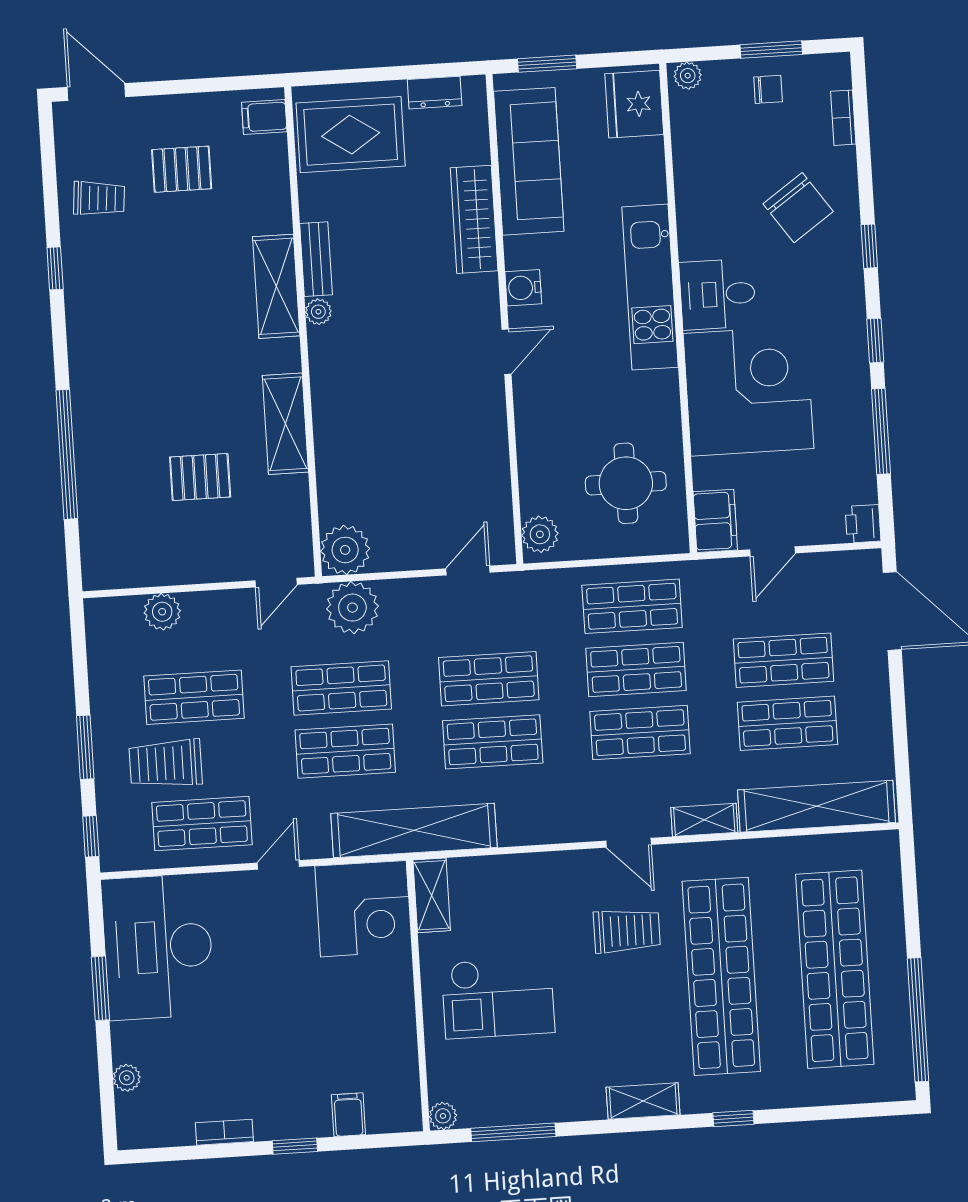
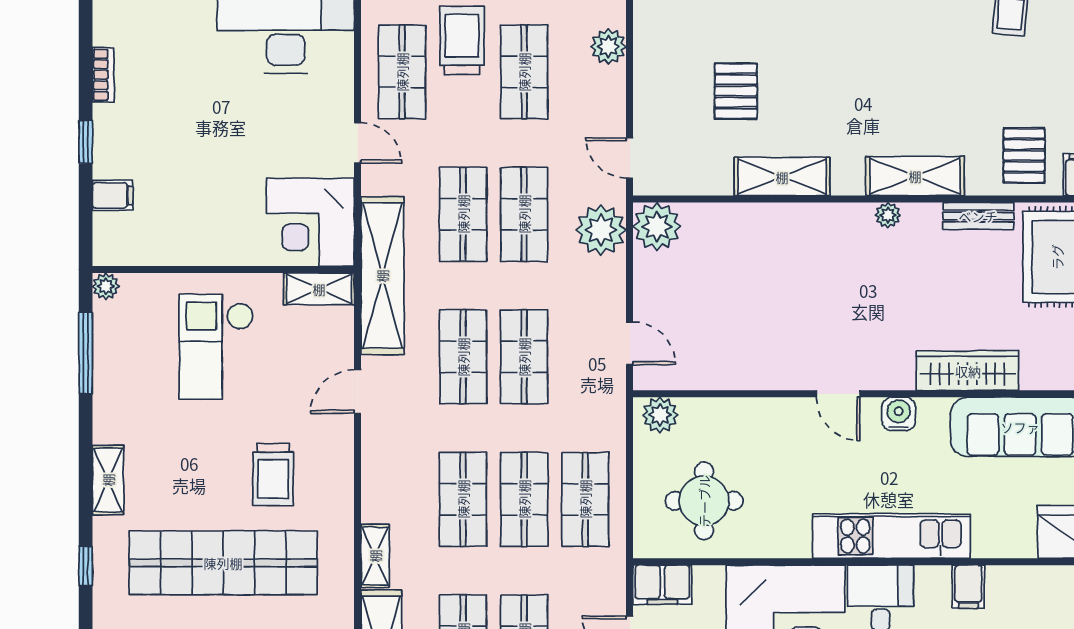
pallet: (182, 169) -> (1024, 155), moved
filing cabinet: (697, 204) -> (968, 587), added
bench: (316, 259) -> (978, 216), moved
door: (629, 843) -> (358, 391), moved

